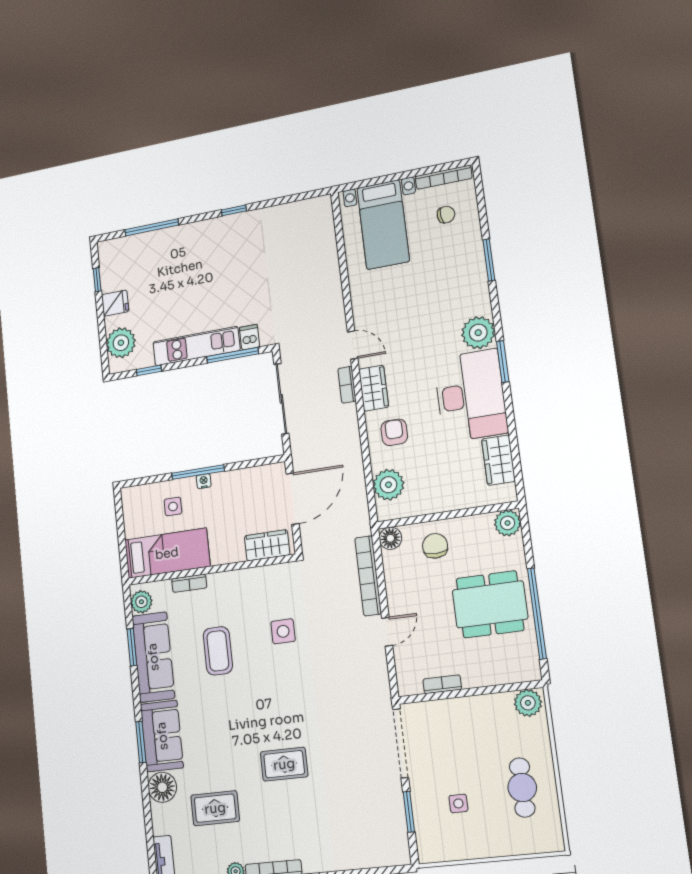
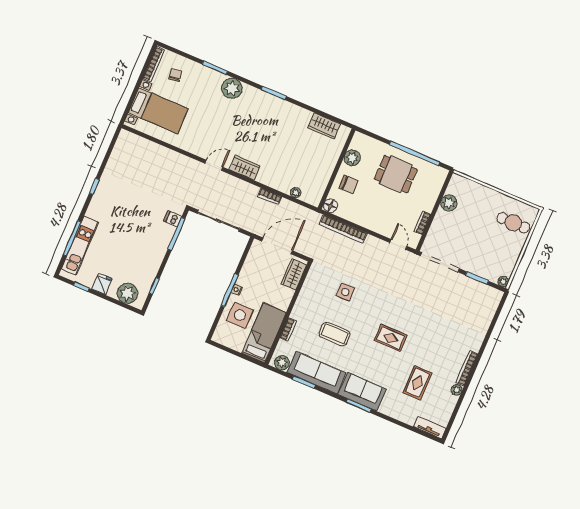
plant: (478, 333) -> (232, 88), moved
kitchen unit: (196, 346) -> (80, 246), moved, turned 180
bookcase: (347, 385) -> (270, 196), moved
desk: (471, 396) -> (281, 120), removed
armchair: (394, 432) -> (275, 171), removed
plant: (388, 485) -> (296, 193), width x0.53, depth x0.53
door: (293, 499) -> (277, 246), hinge flipped
side table: (173, 506) -> (240, 315), width x1.87, depth x1.87
plant: (508, 523) -> (352, 158), moved
chair: (435, 546) -> (349, 185), turned 180
dining table: (490, 604) -> (396, 174), width x0.73
door: (387, 632) -> (398, 244), moved
plant: (528, 703) -> (449, 203), moved
rug: (284, 764) -> (391, 338), moved, turned 90
floor lamp: (162, 787) -> (390, 407), removed
cafe table: (522, 788) -> (513, 223), moved
side table: (458, 803) -> (487, 250), removed
plant: (426, 854) -> (503, 281), added

